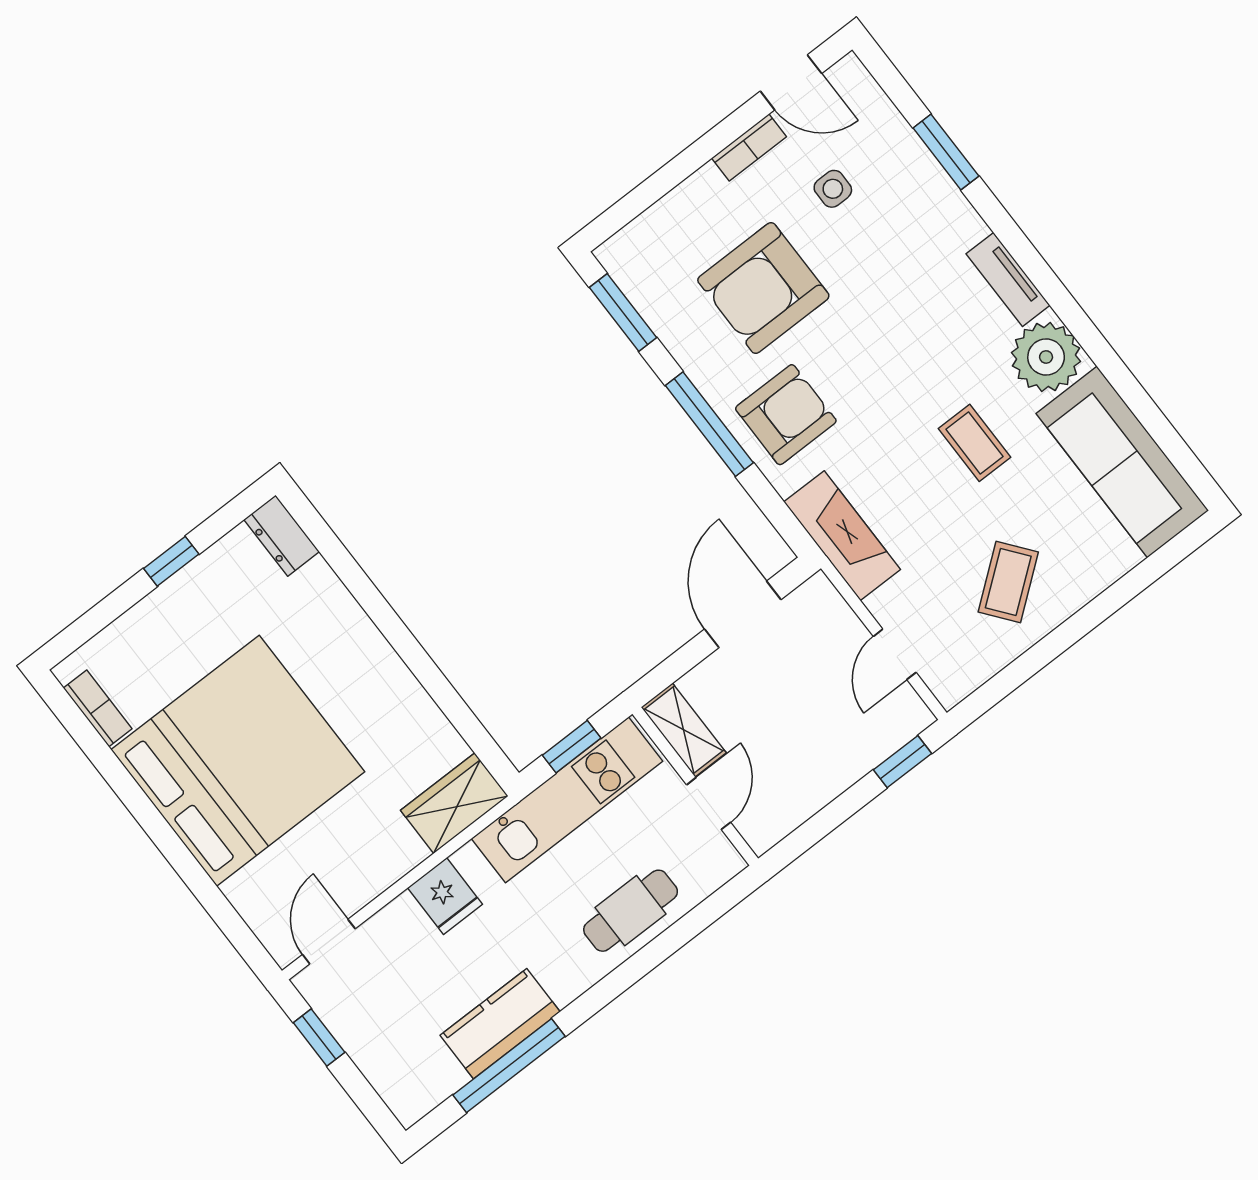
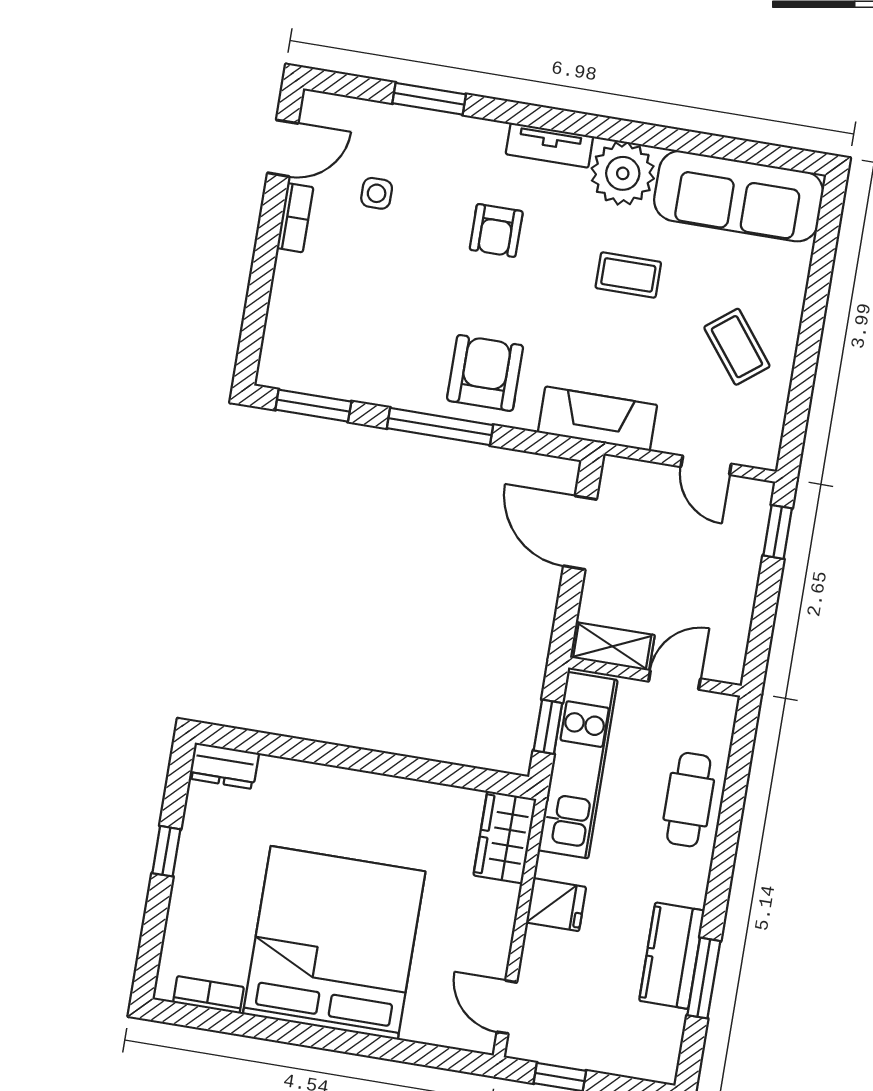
armchair: (763, 288) -> (496, 230), moved, width x0.53, depth x0.53
door: (709, 804) -> (674, 680), hinge flipped
window: (509, 1066) -> (704, 978), width x0.69

